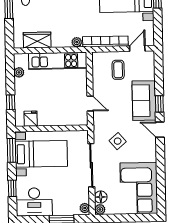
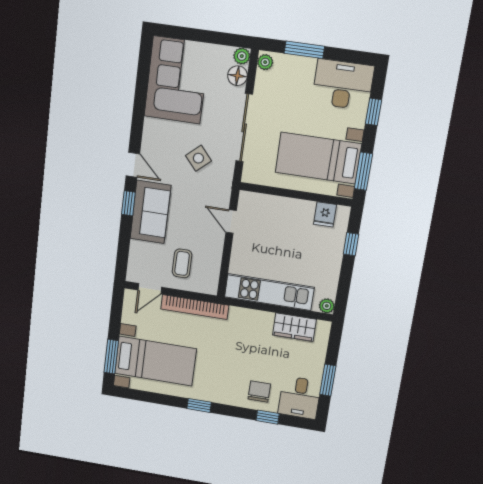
plant: (77, 42) -> (237, 314), removed
plant: (19, 72) -> (327, 306), moved

